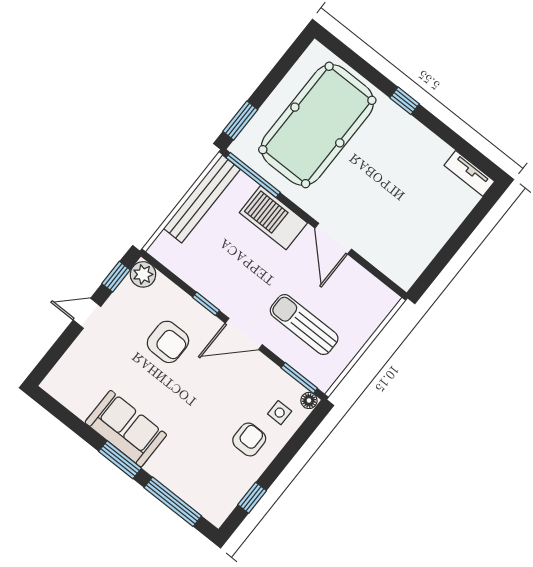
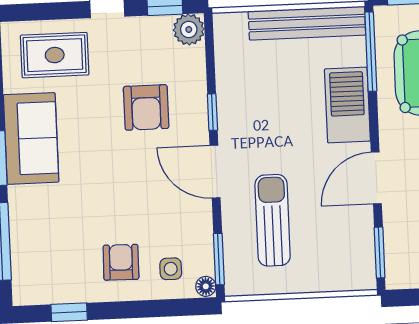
window: (381, 276) -> (380, 253), added
rug: (87, 370) -> (55, 55), added
armchair: (249, 439) -> (121, 262), turned -89

